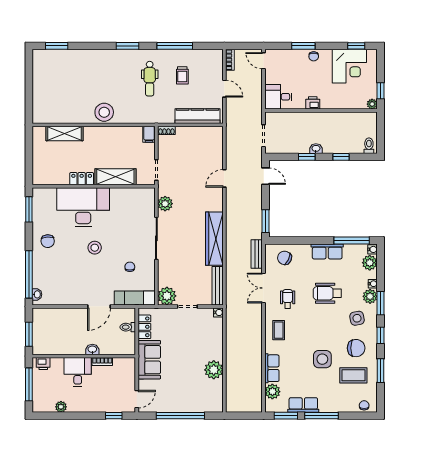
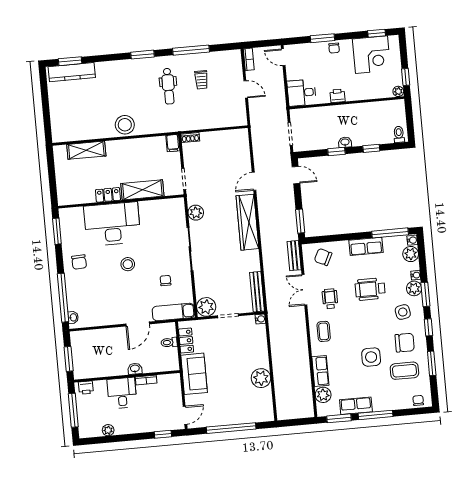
kitchen counter: (197, 116) -> (72, 72), moved, turned 180
wardrobe: (214, 239) -> (247, 222), moved

